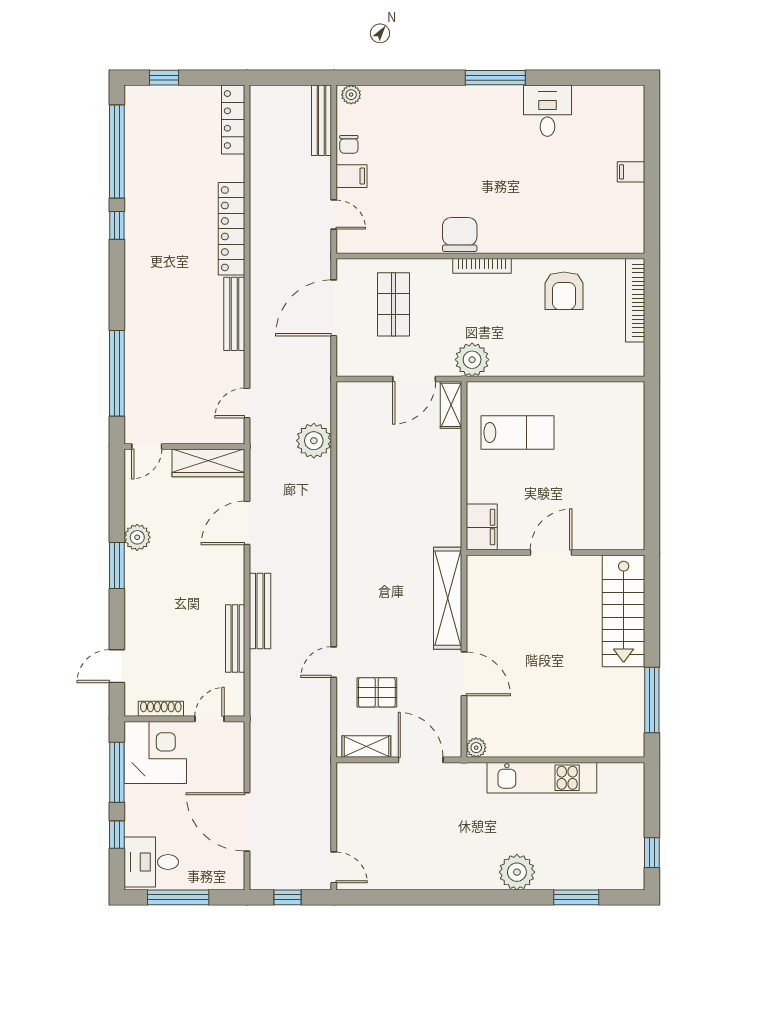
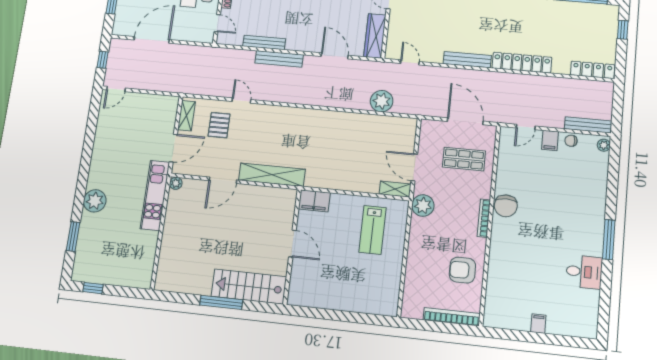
chair: (460, 235) -> (506, 206), turned 90
window: (652, 700) -> (221, 302), moved
kitchen unit: (542, 778) -> (155, 195), moved

